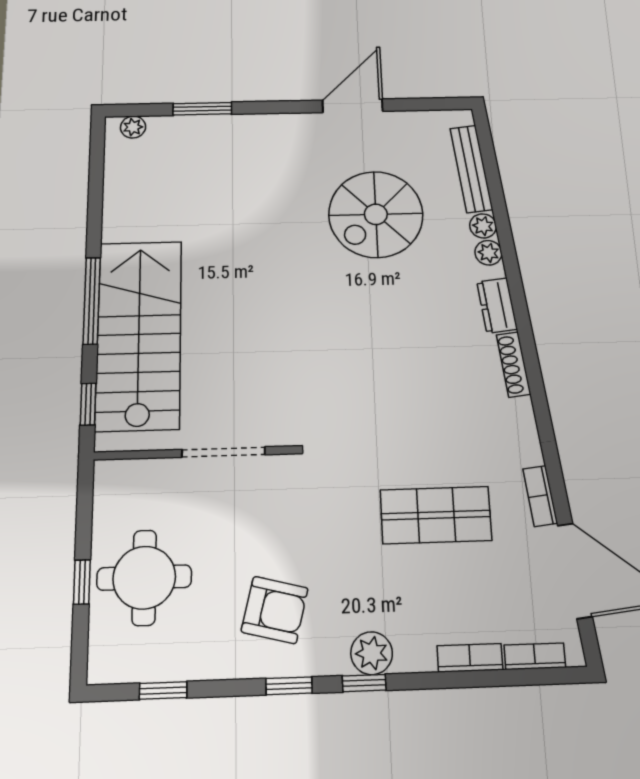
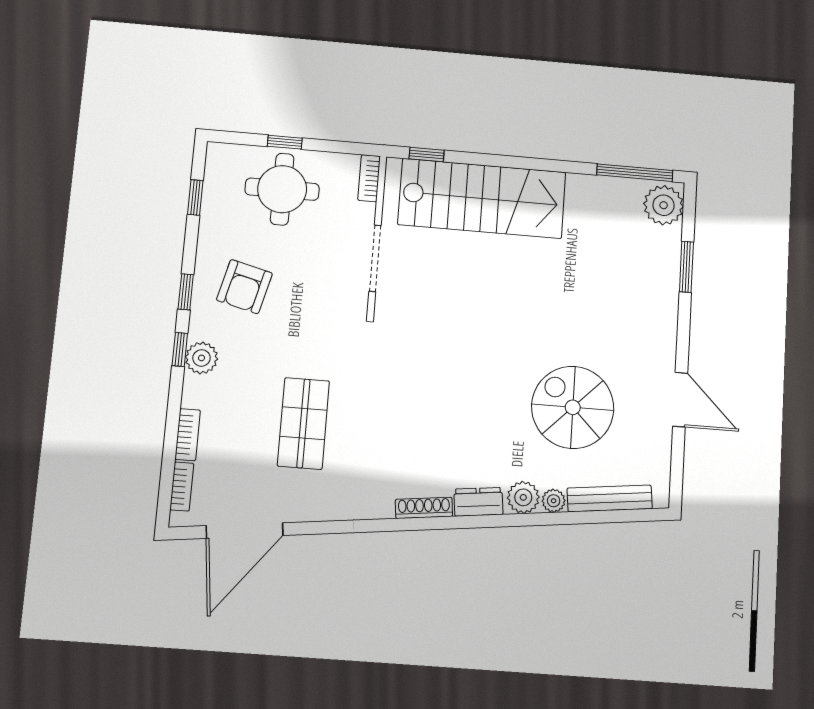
plant: (133, 127) -> (664, 205), width x1.87, depth x1.87
plant: (488, 253) -> (523, 497), width x1.38, depth x1.38
window: (92, 301) -> (635, 173), moved
bookcase: (540, 496) -> (369, 178), moved, turned -84

